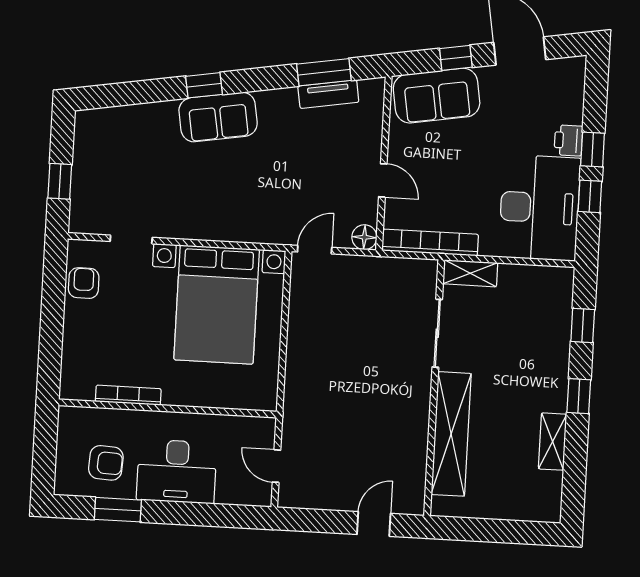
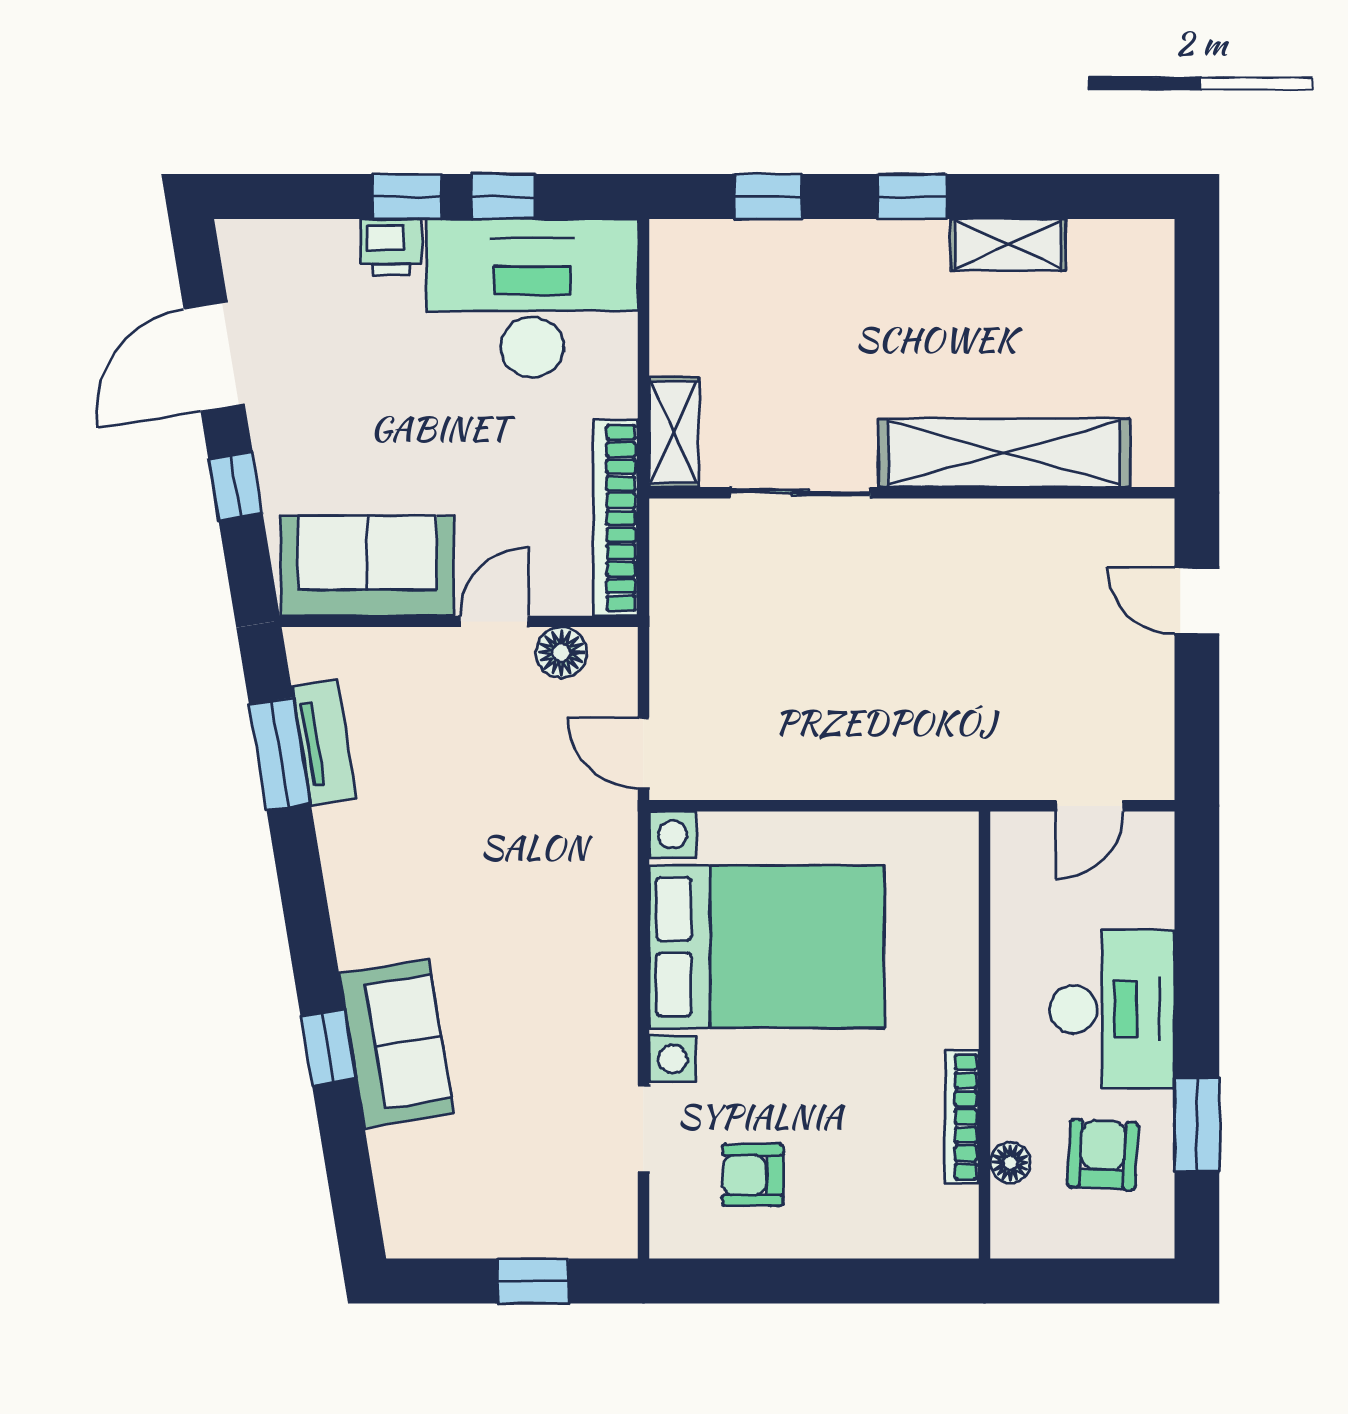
window: (204, 85) -> (328, 1047), moved
sofa: (437, 96) -> (367, 566), moved, turned -81
sofa: (218, 117) -> (396, 1043), moved
floor lamp: (364, 237) -> (561, 653), moved
armchair: (84, 283) -> (753, 1175), moved
floor lamp: (105, 418) -> (1010, 1163), added

